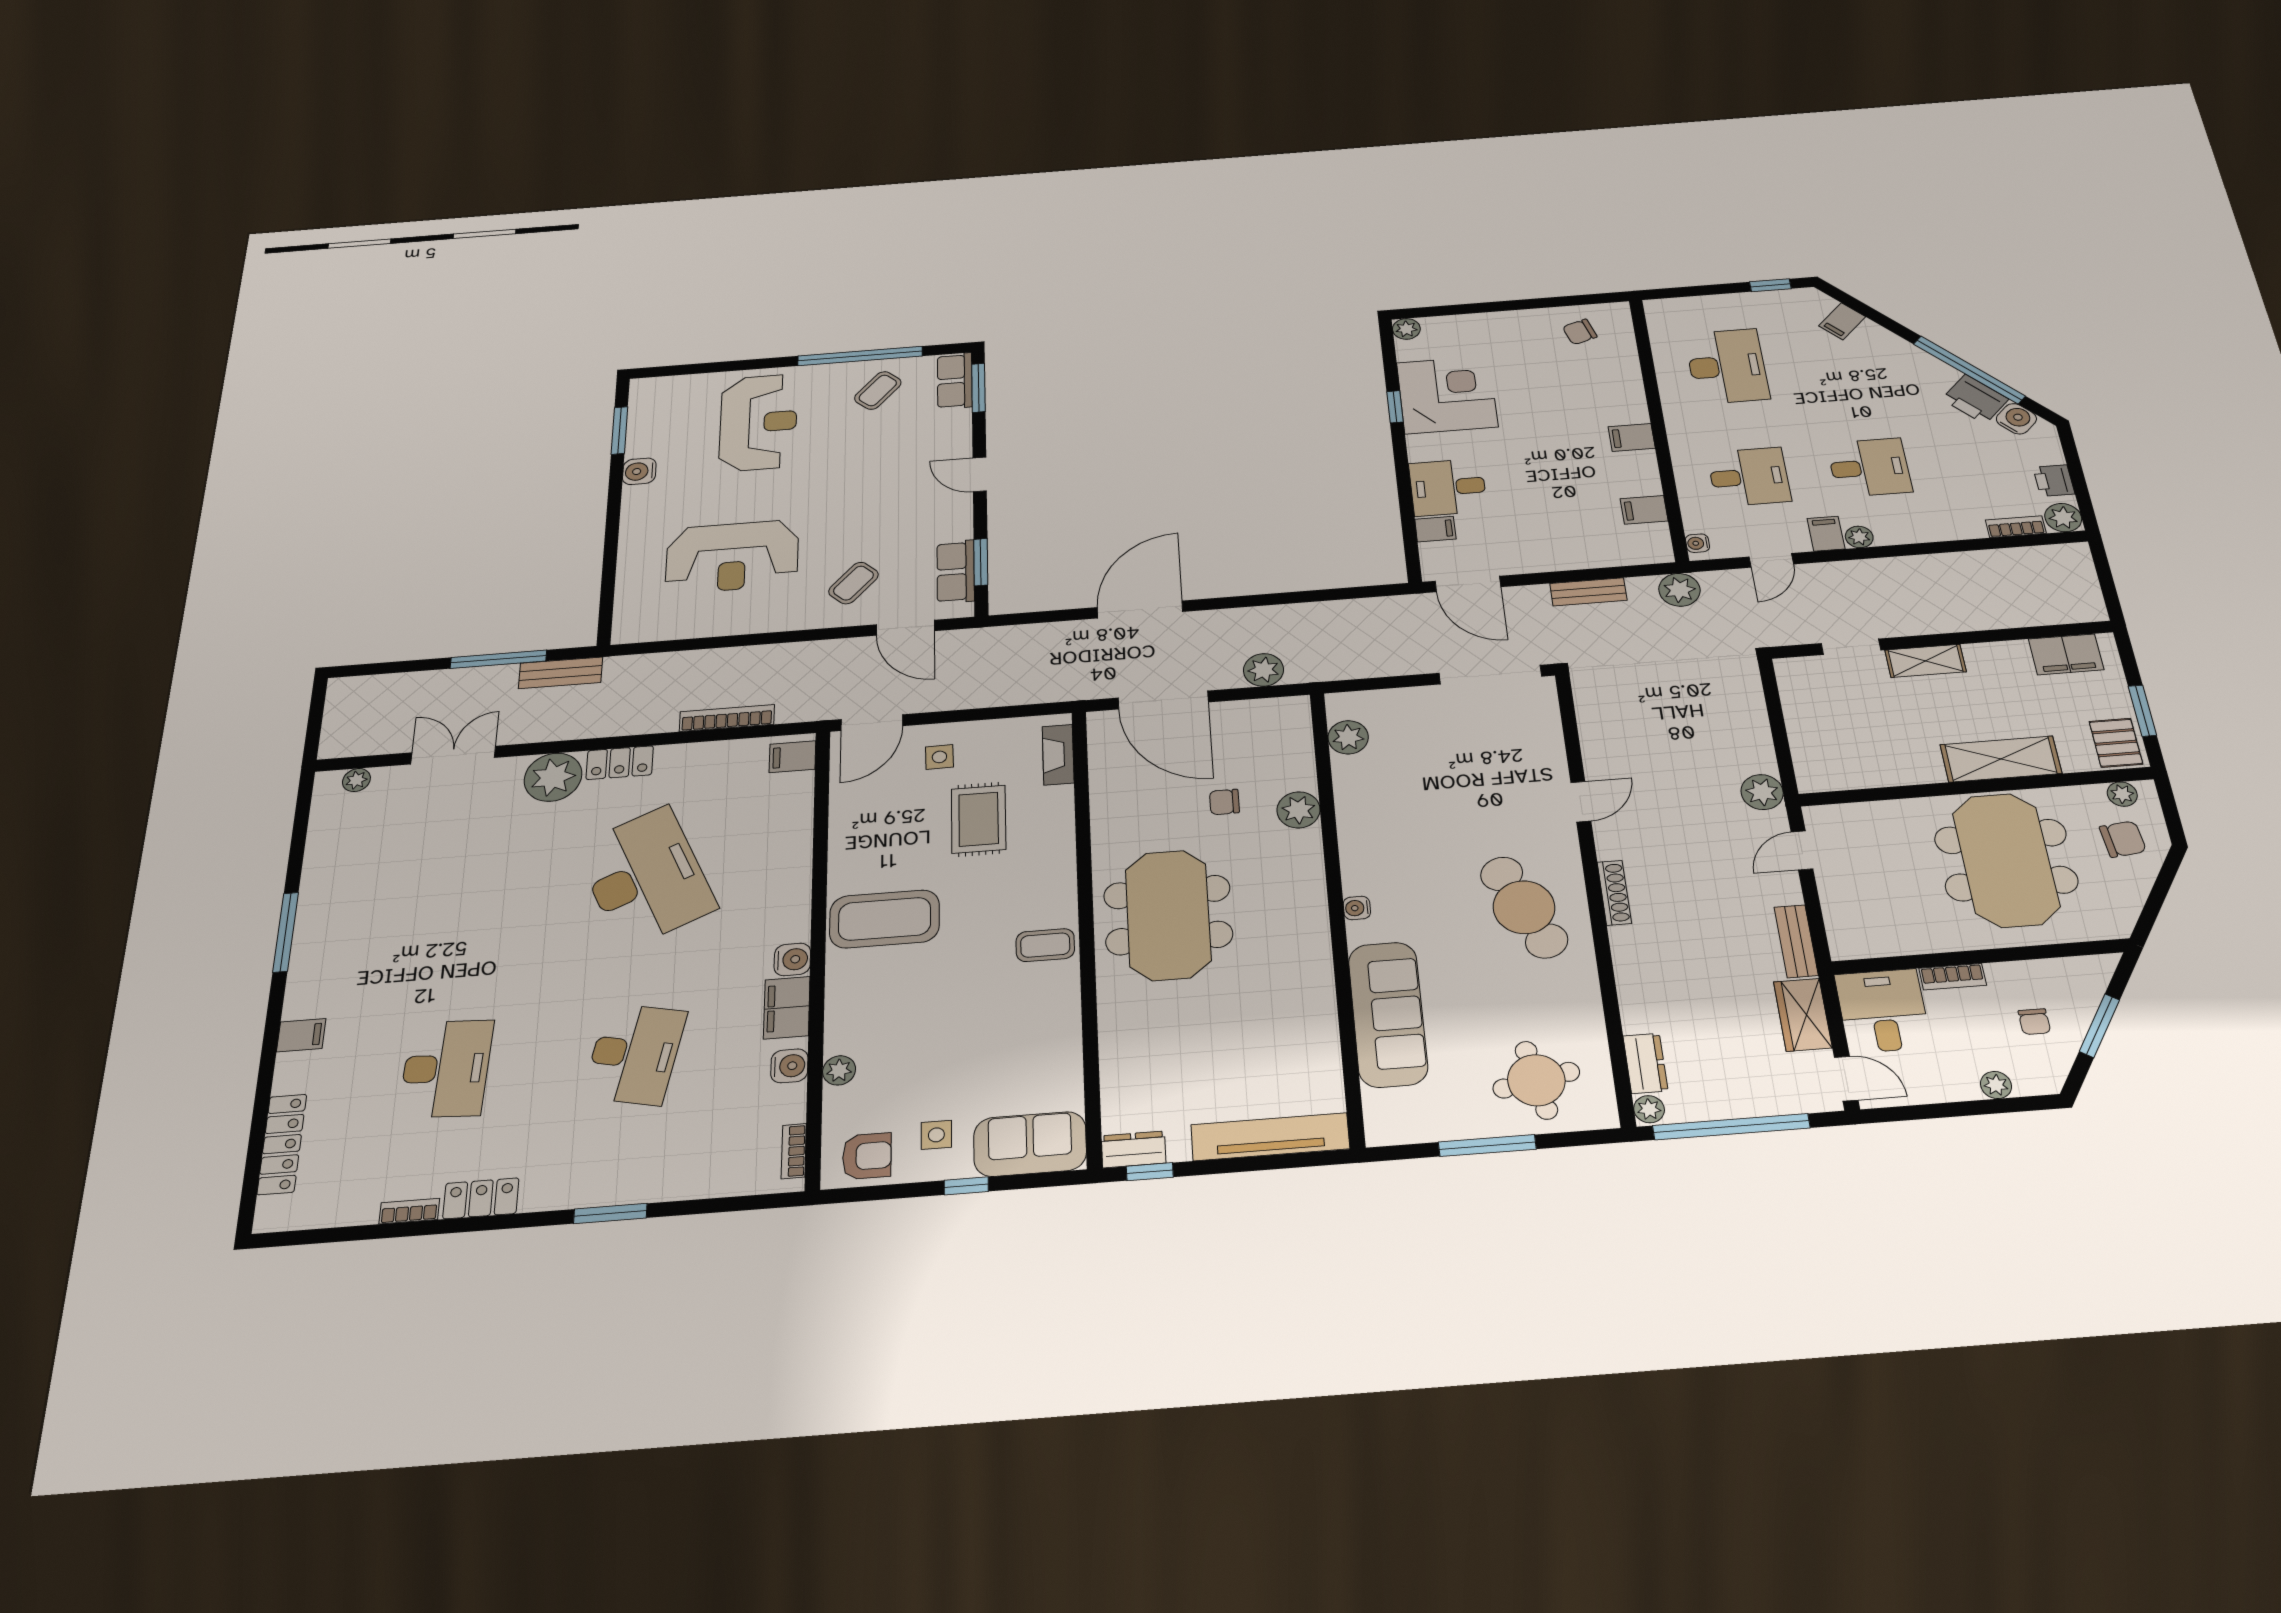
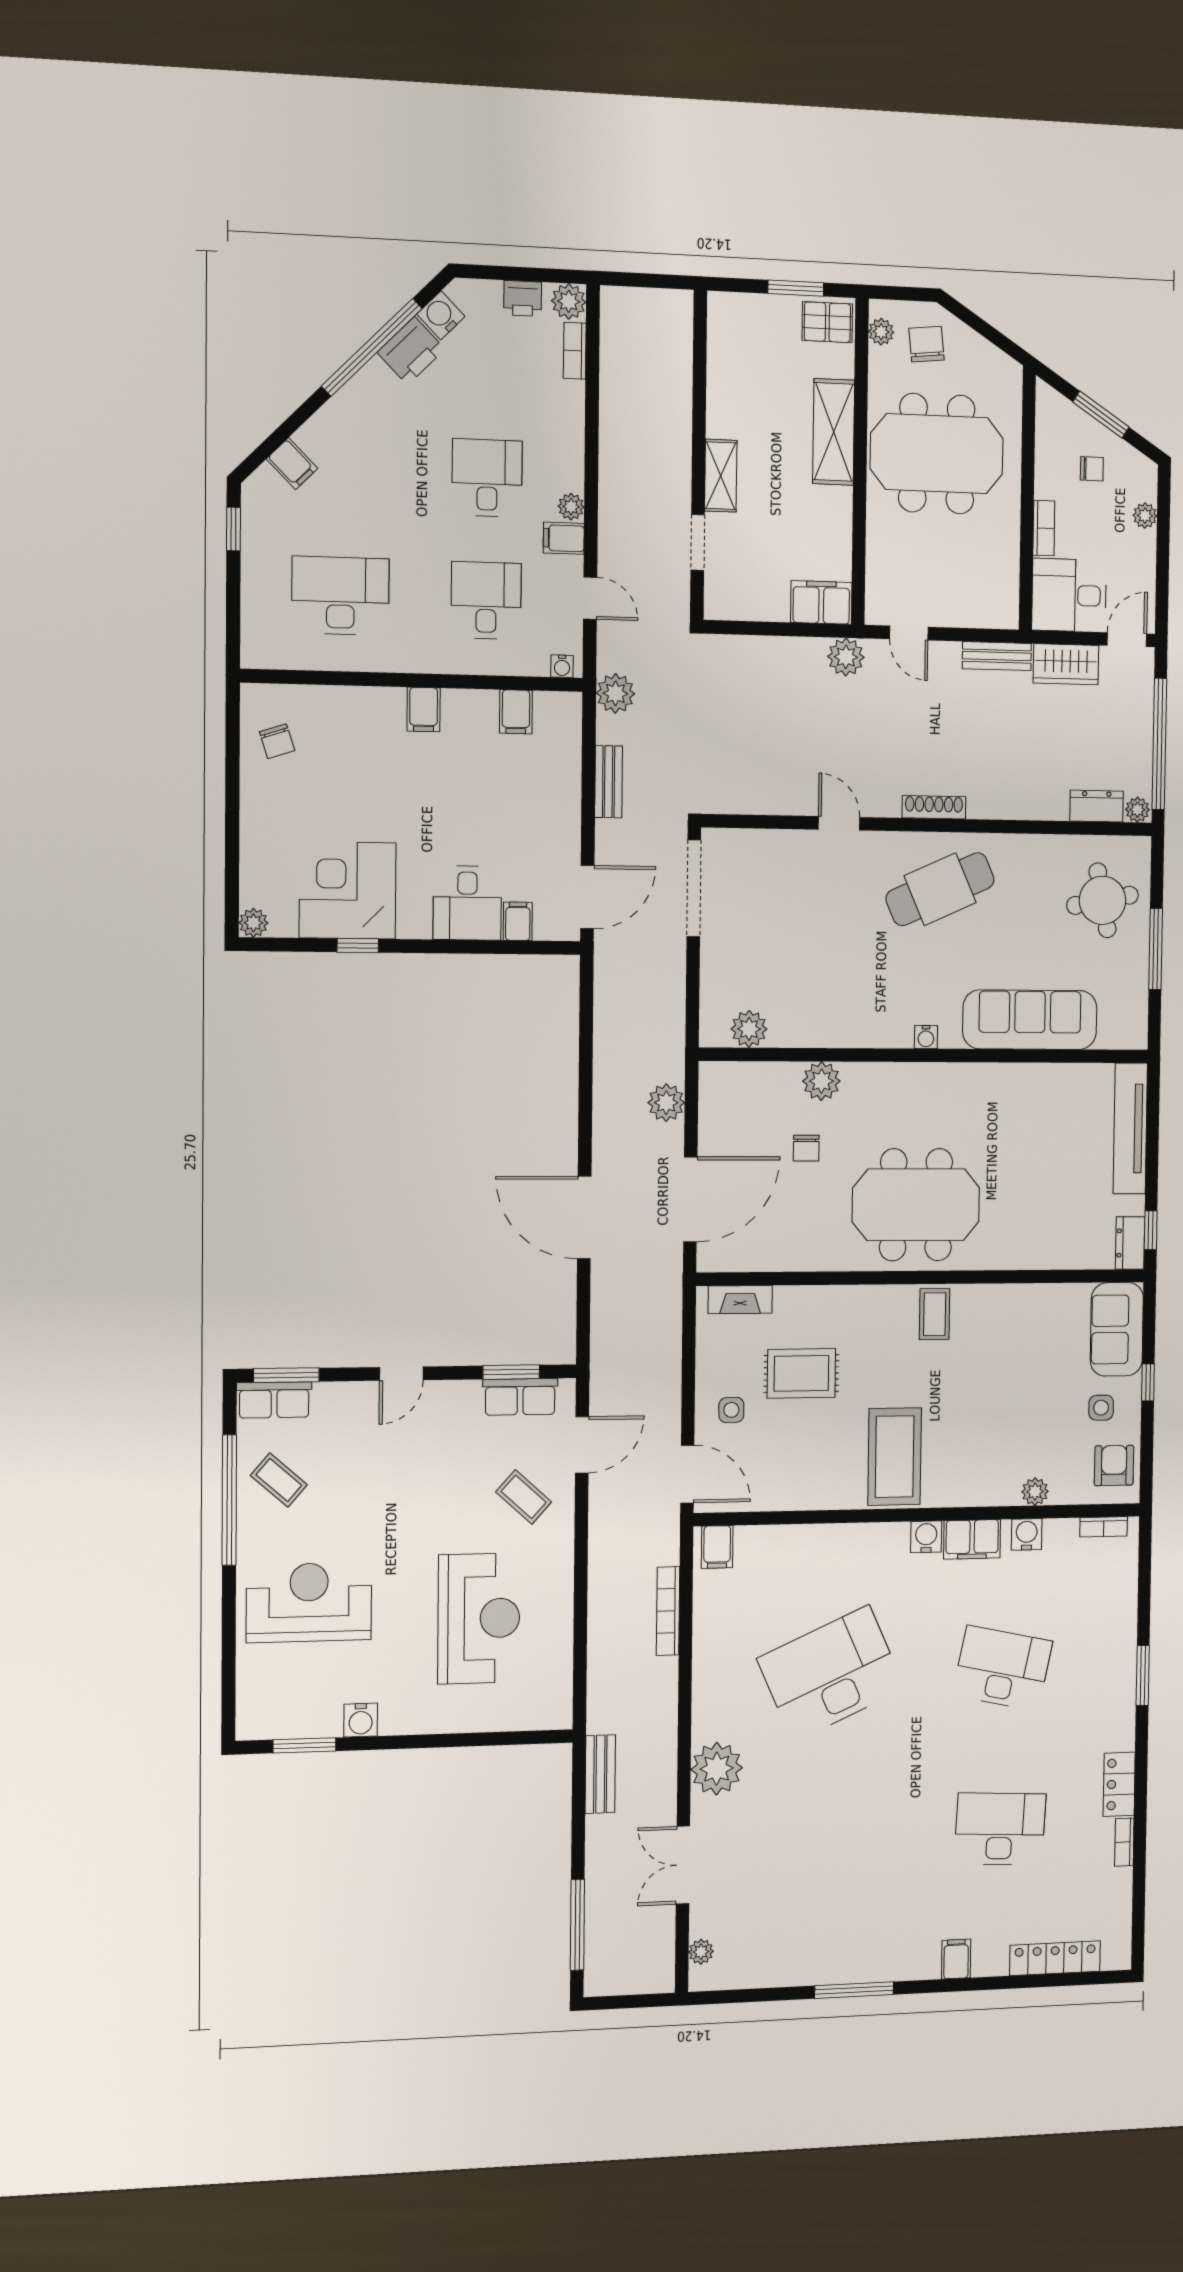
filing cabinet: (2066, 654) -> (821, 602), moved, turned -90
window: (498, 659) -> (577, 1925), moved
locker: (620, 763) -> (707, 1708), removed

